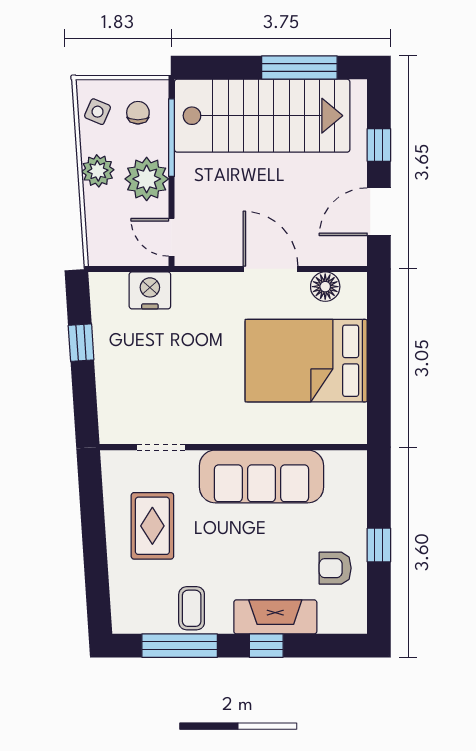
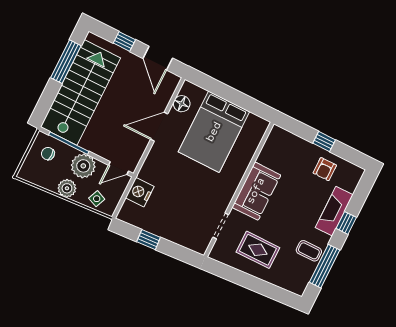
side table: (98, 112) -> (97, 199), moved
sofa: (262, 476) -> (256, 191), width x0.73

